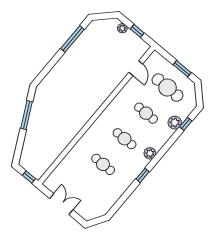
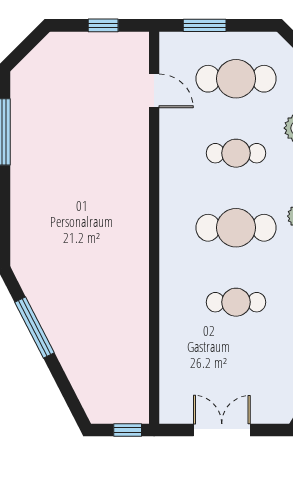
plant: (122, 28) -> (74, 42), removed
window: (182, 69) -> (205, 25), moved
cafe table: (125, 139) -> (236, 228), width x1.37, depth x1.35

